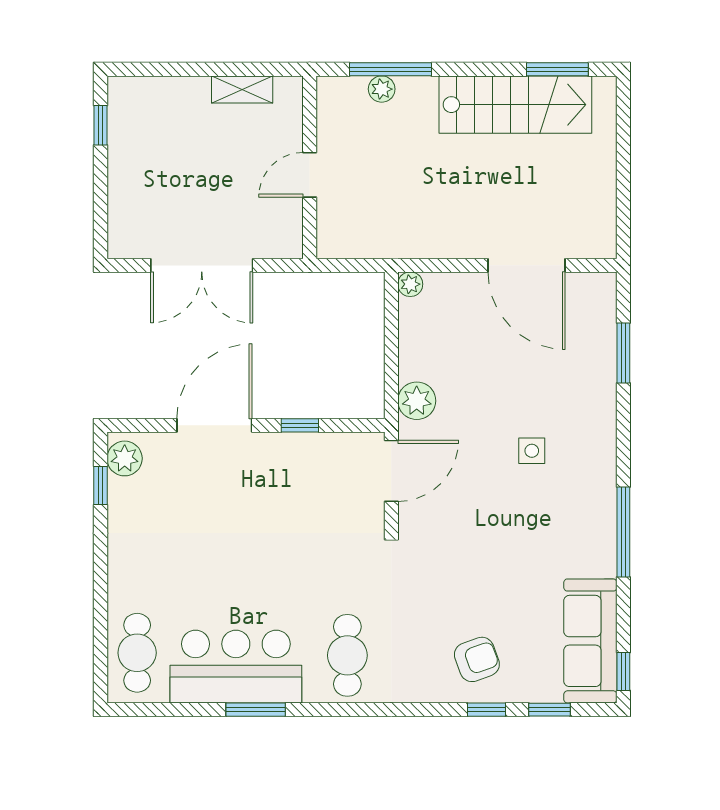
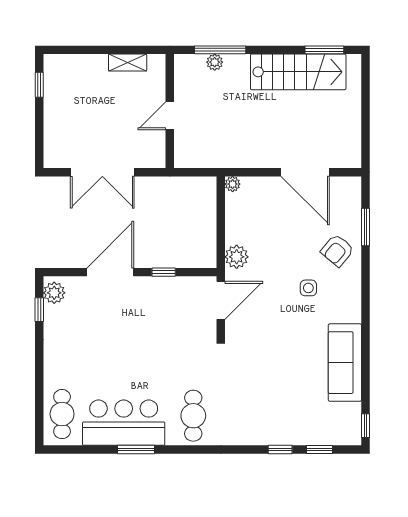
window: (623, 532) -> (365, 339), removed
sofa: (590, 641) -> (345, 363), moved
armchair: (477, 659) -> (337, 250), moved, turned 150

